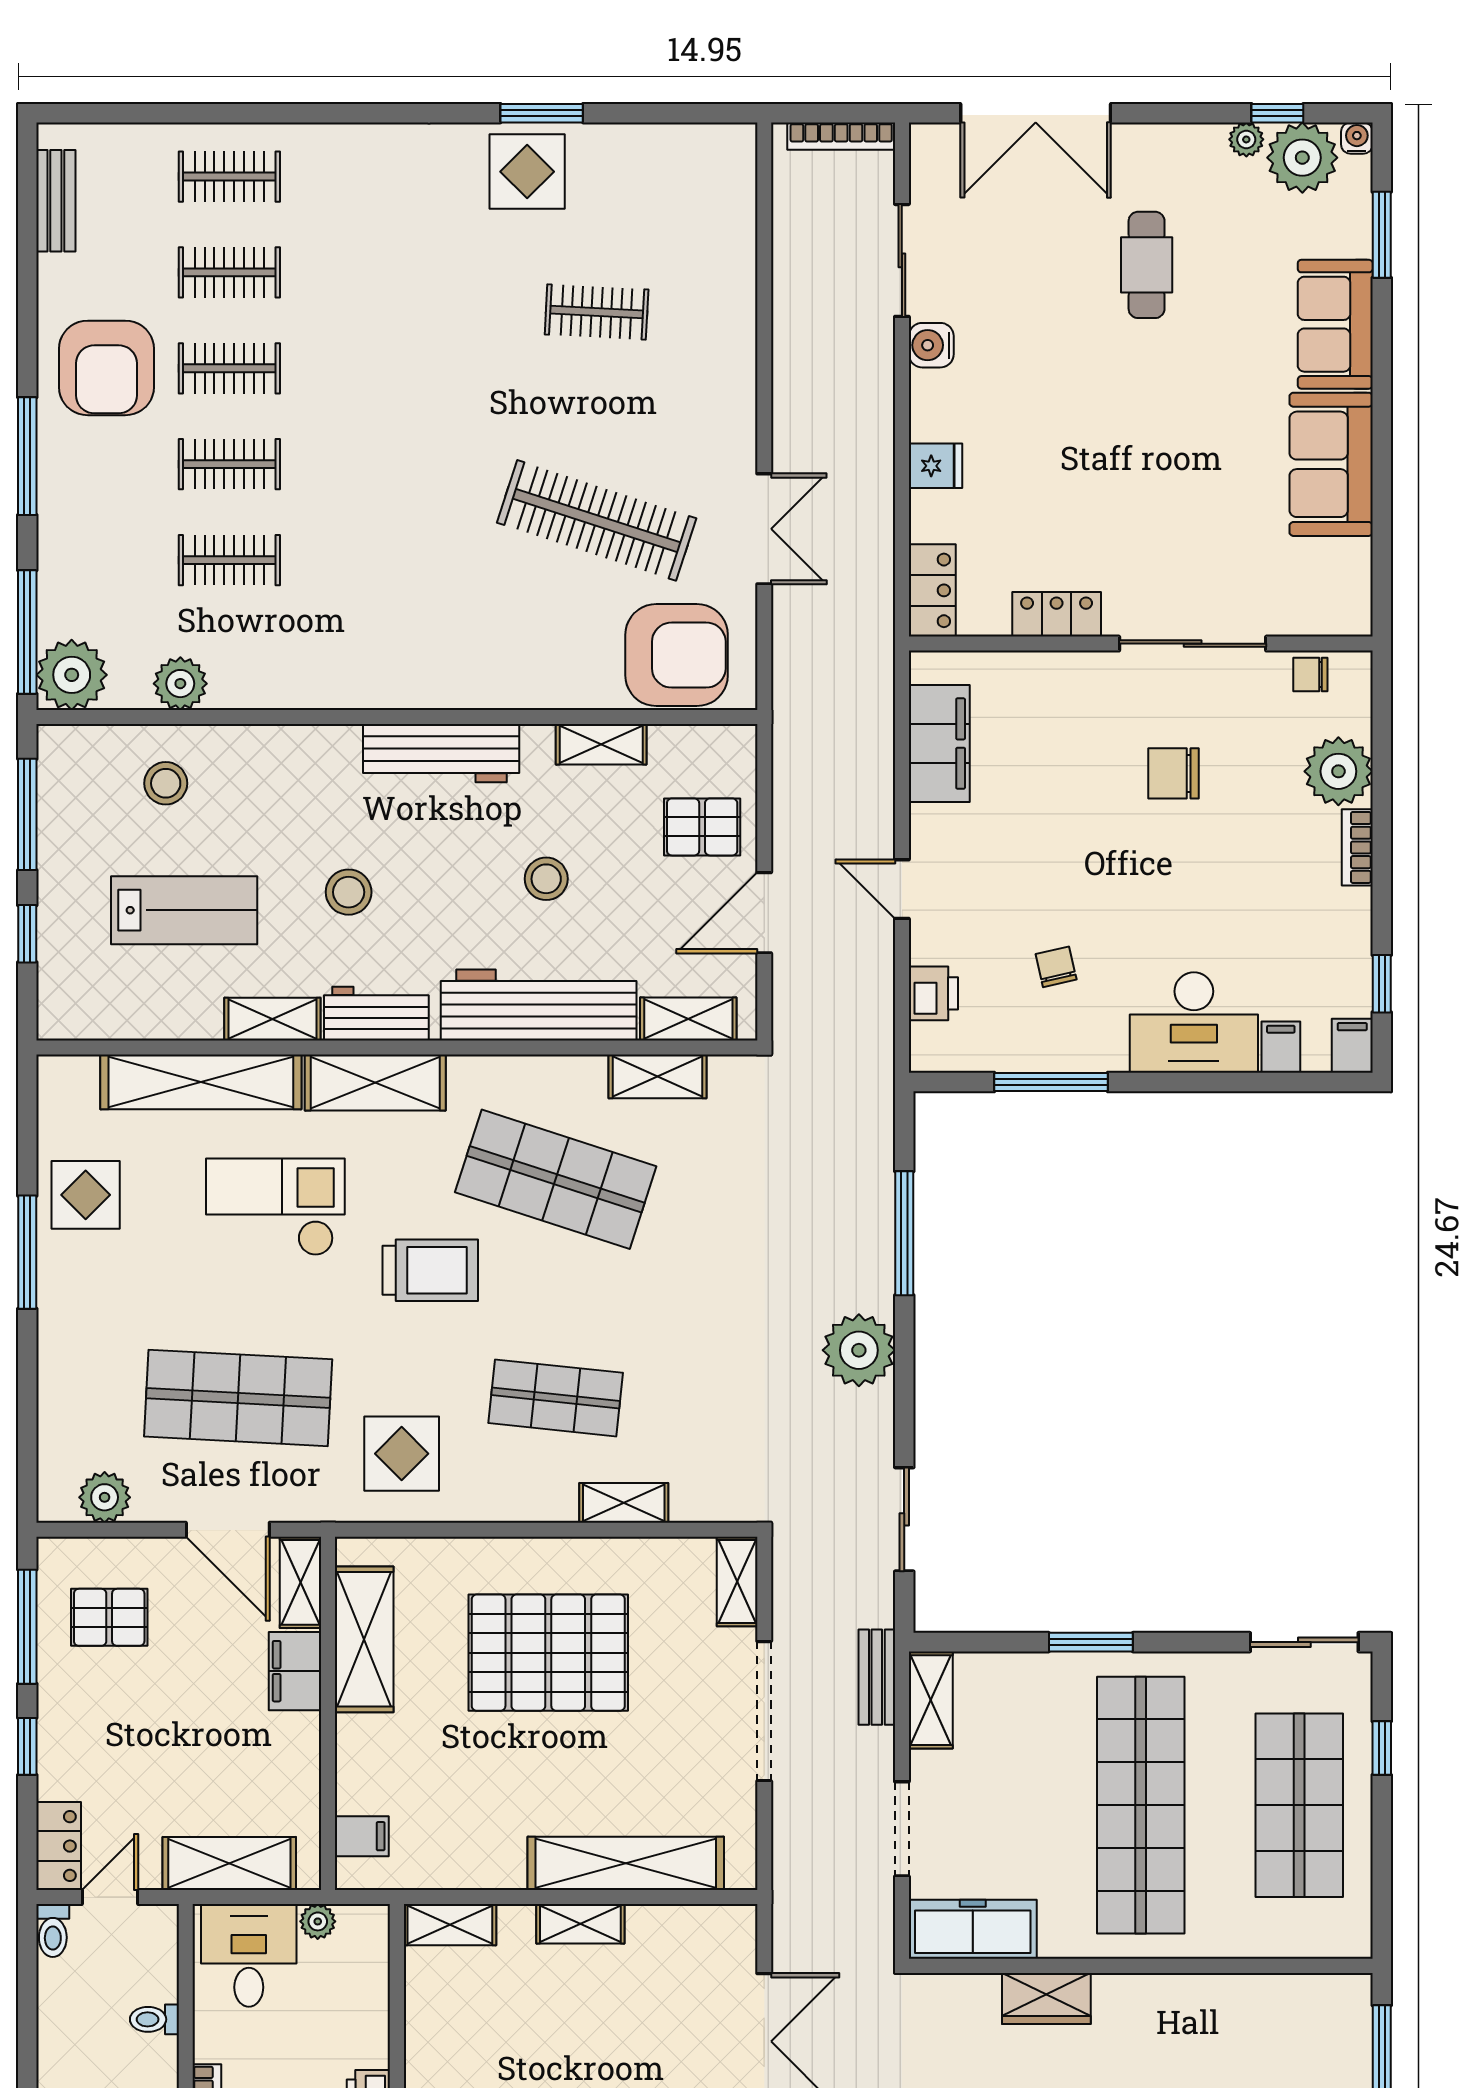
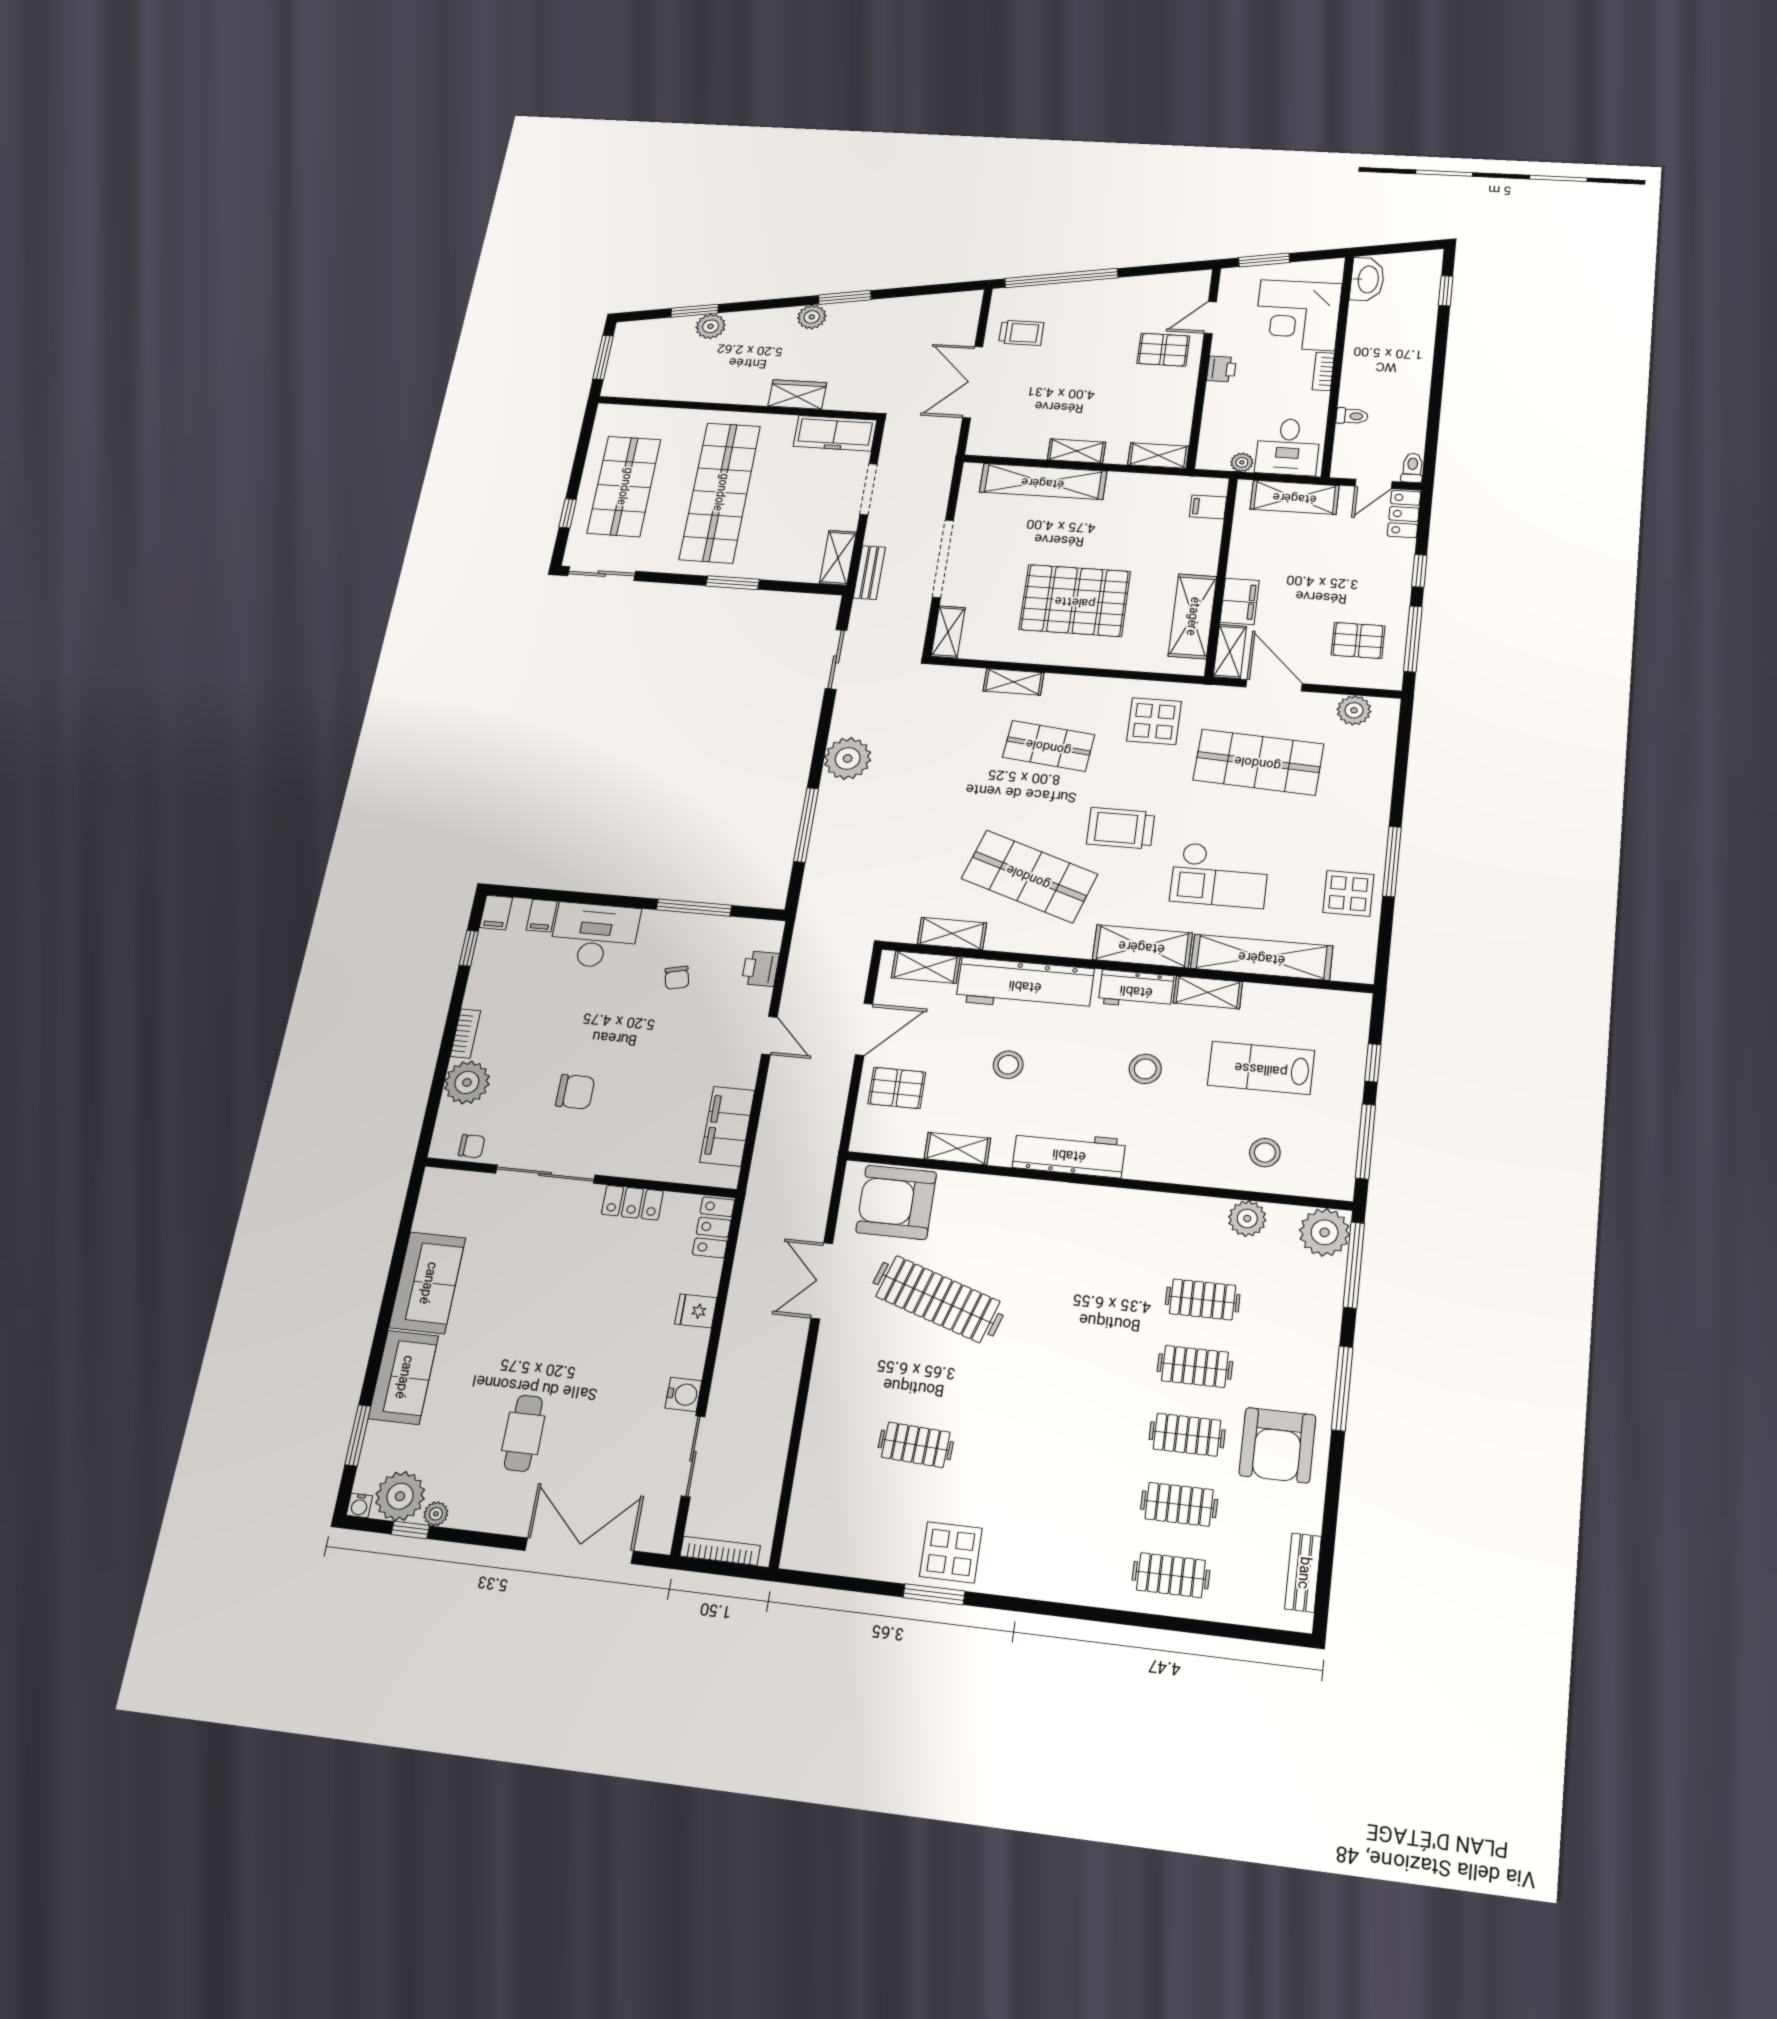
armchair: (106, 368) -> (1277, 1445), turned 180

